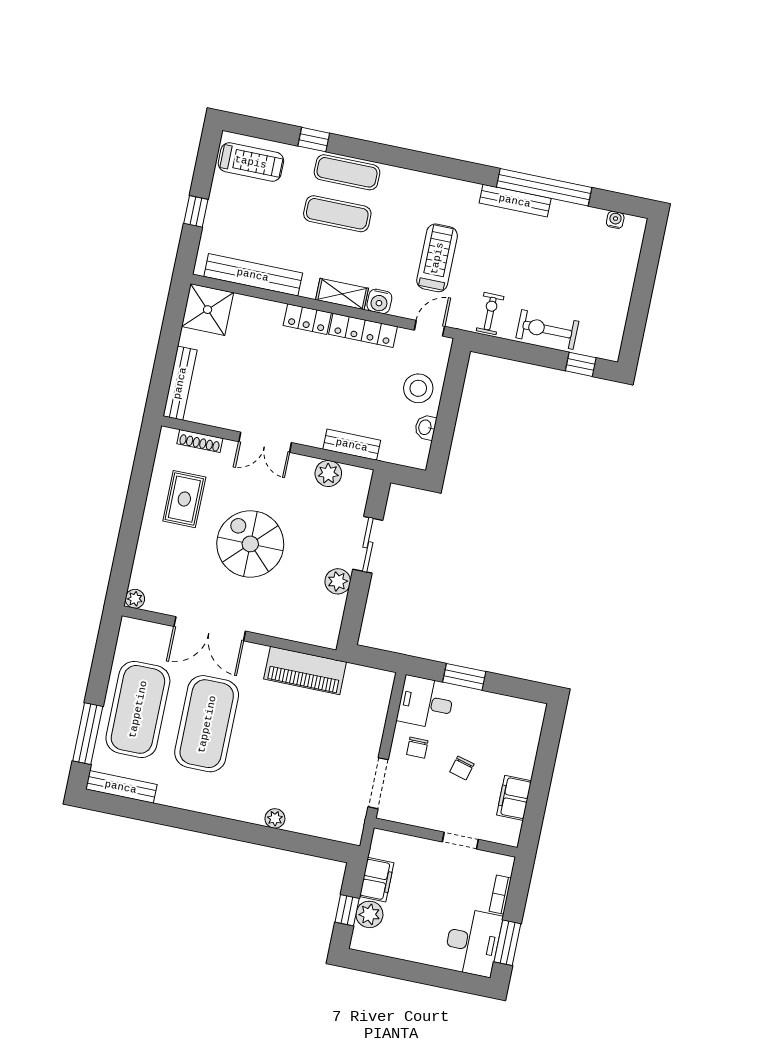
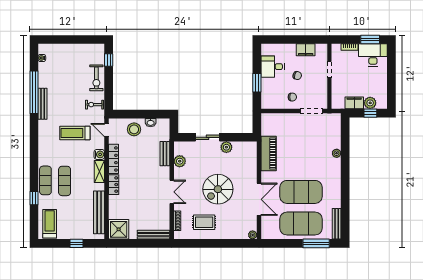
desk: (426, 703) -> (273, 67), moved, turned 90

